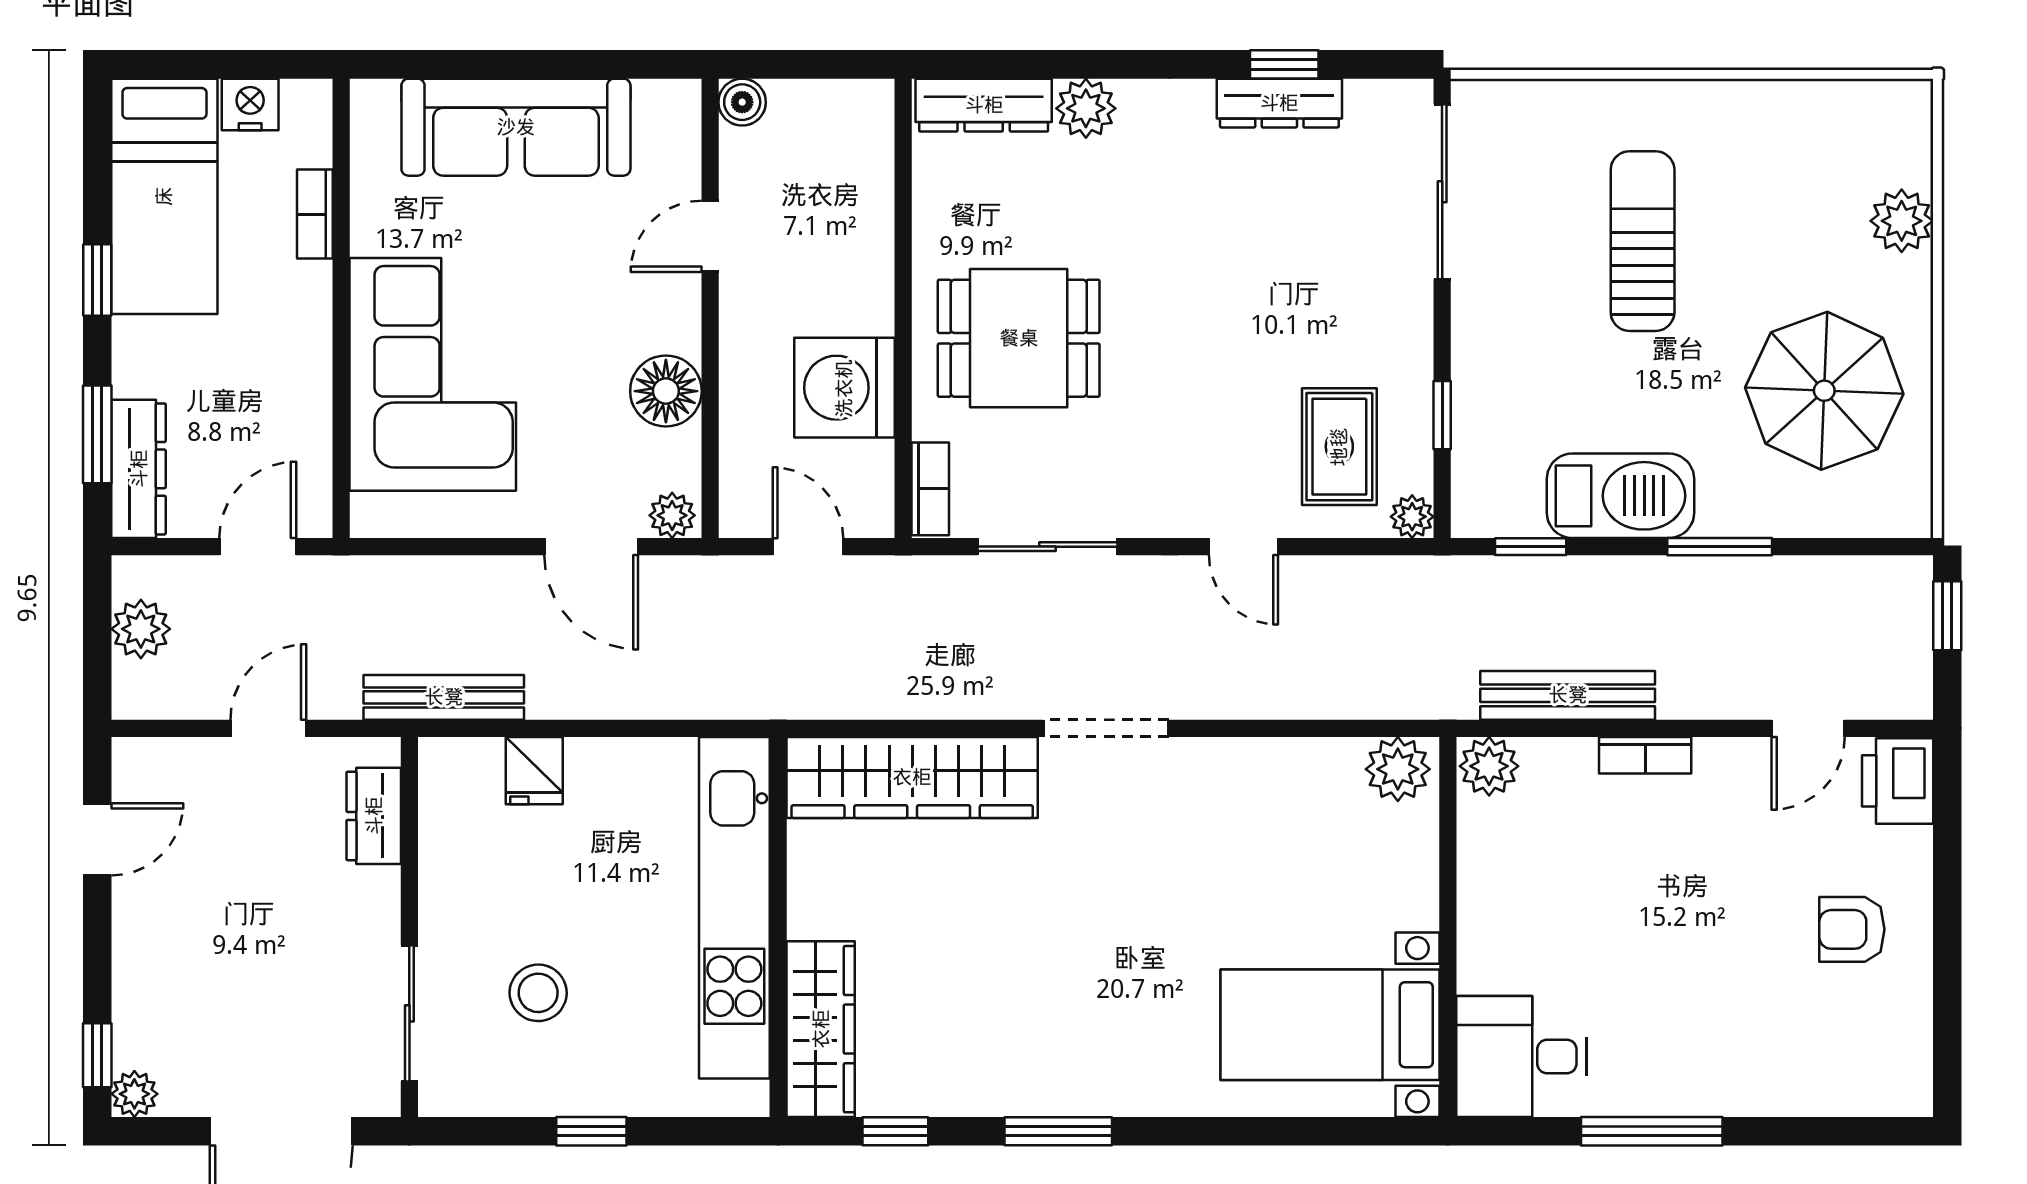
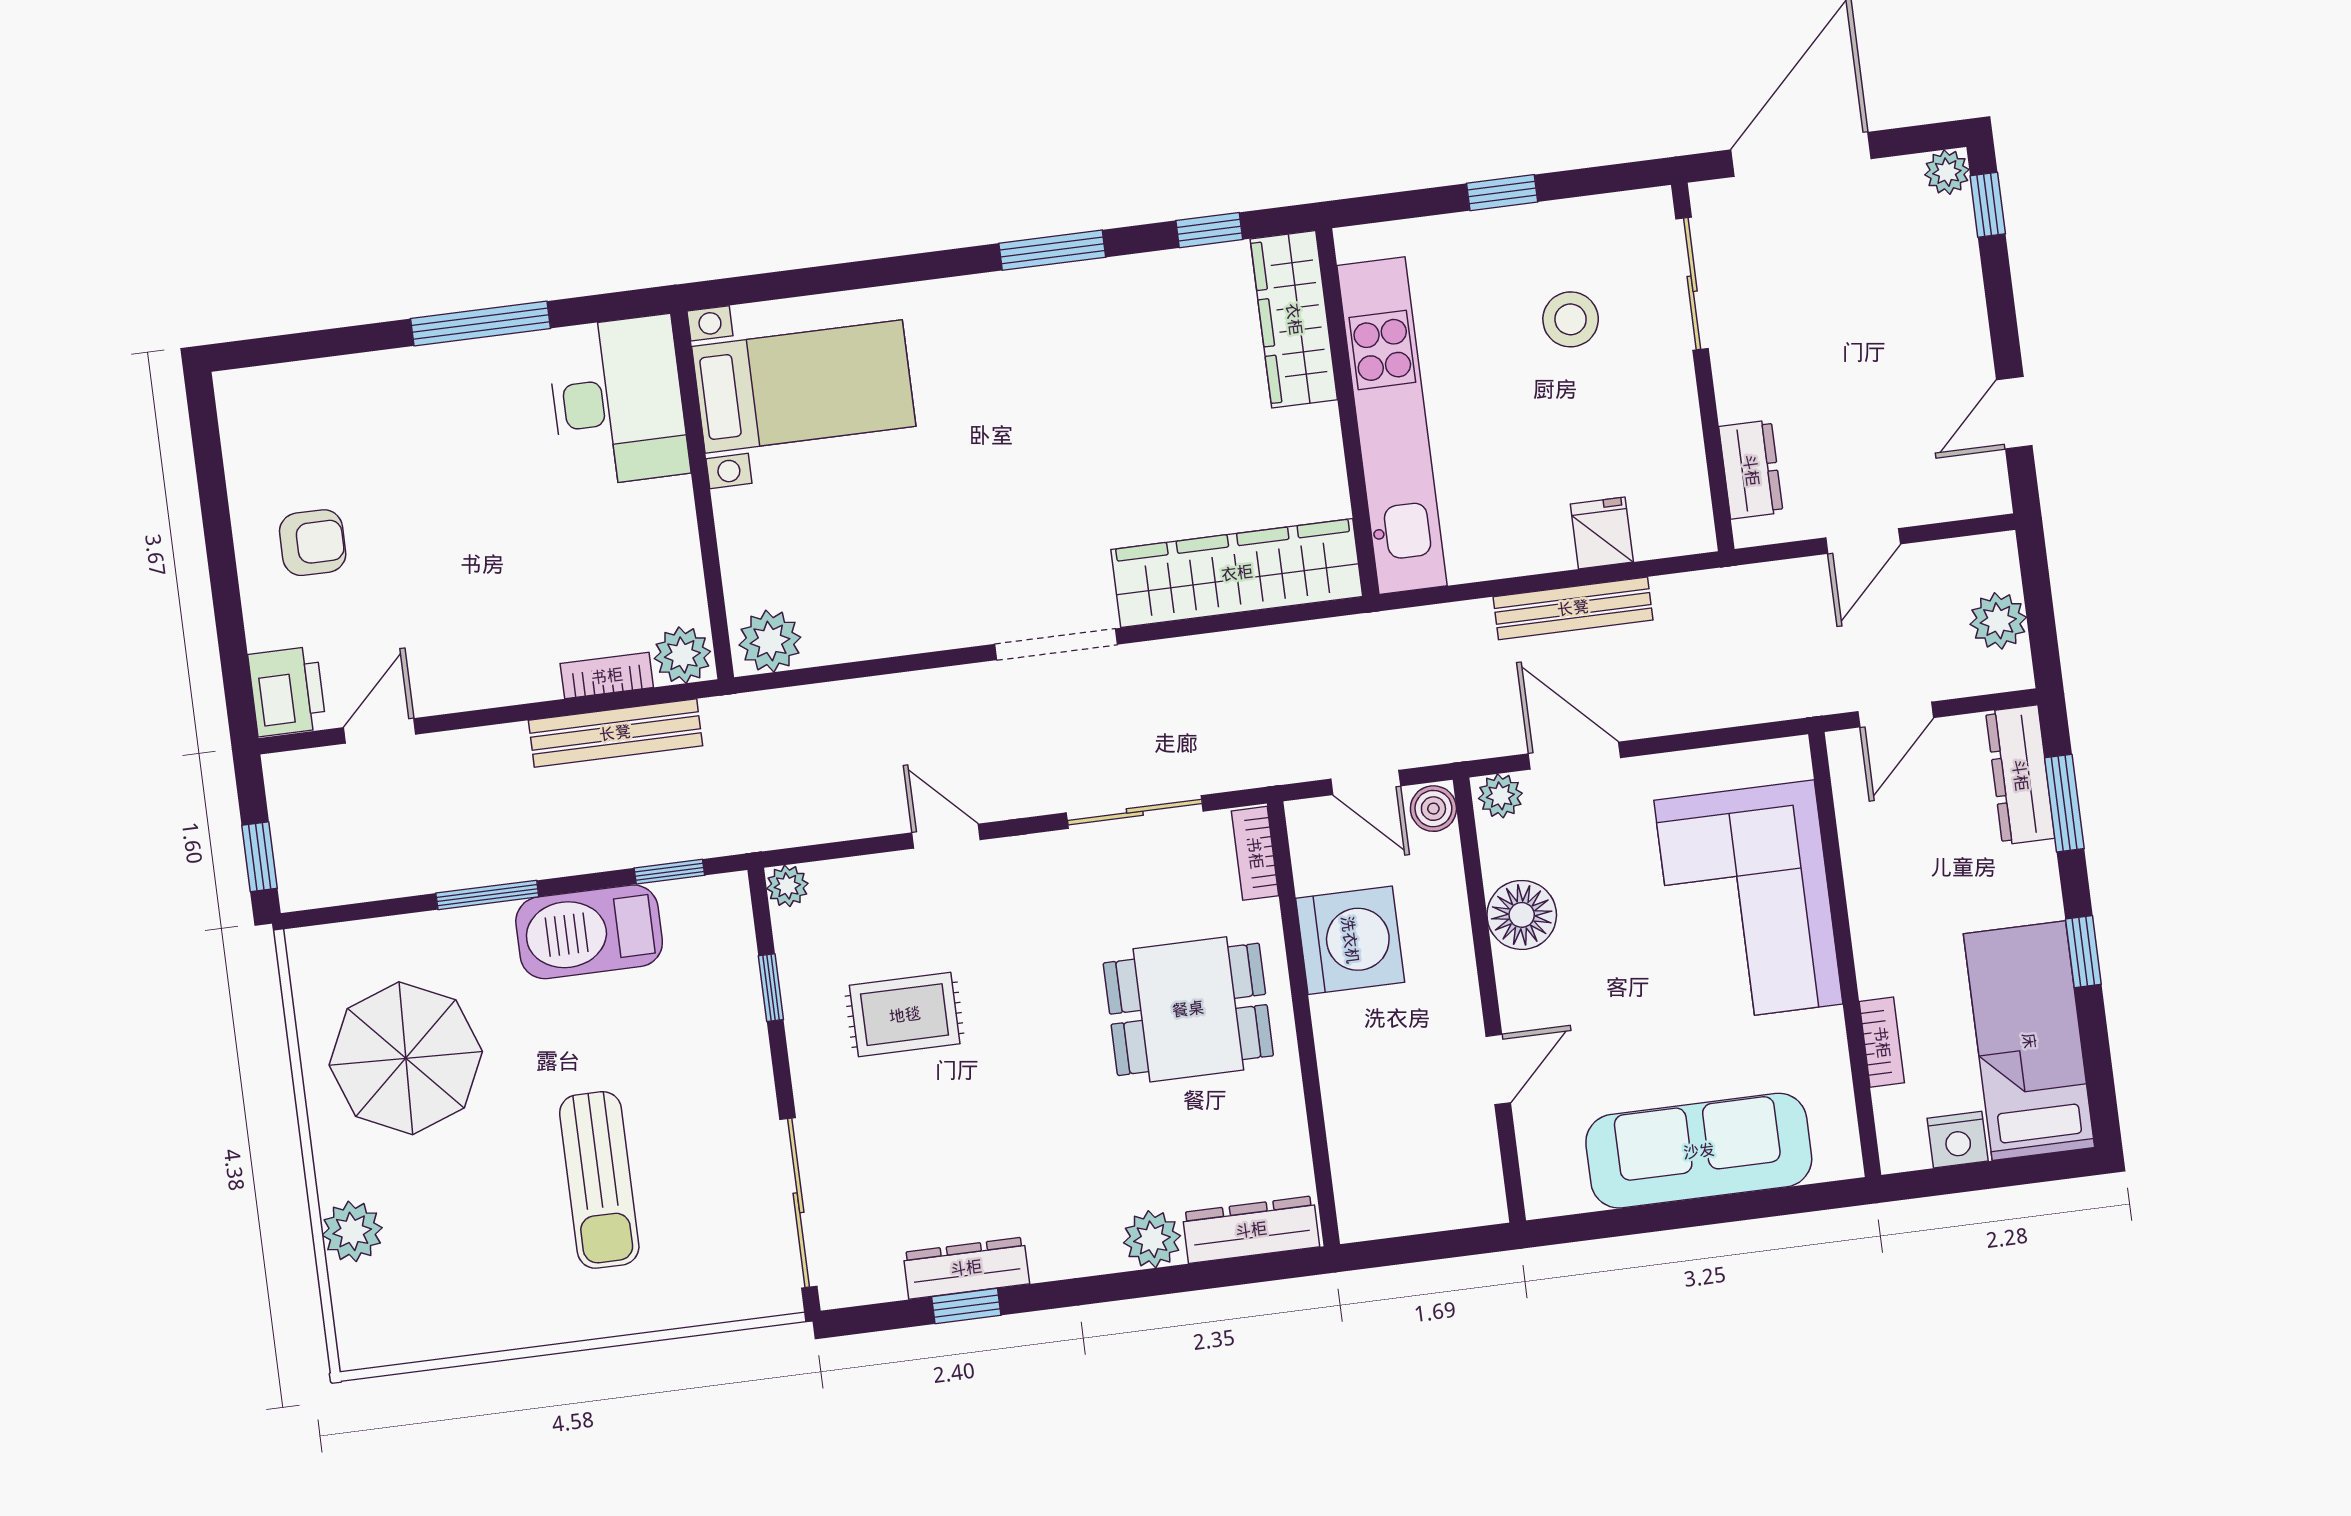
boiler: (742, 102) -> (1433, 809), moved
rug: (1339, 447) -> (905, 1015), moved, turned 90
bench: (444, 697) -> (1573, 608), moved
bookcase: (1645, 755) -> (607, 676), moved
desk: (1522, 1056) -> (618, 401), width x1.37

